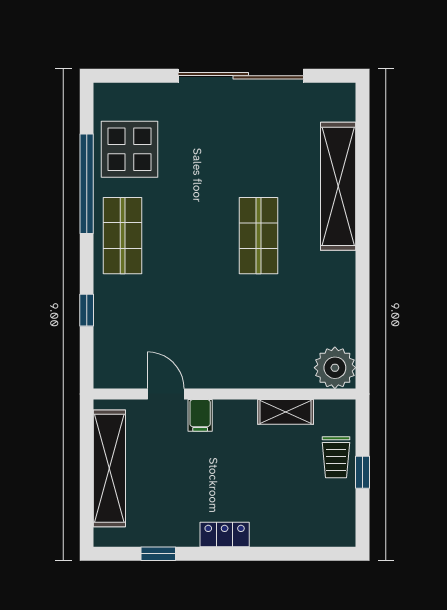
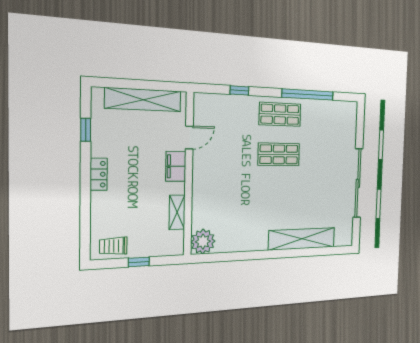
display table: (129, 149) -> (324, 120), removed
shop shelf: (259, 236) -> (279, 154), moved
filing cabinet: (200, 415) -> (176, 166), width x2.00
trolley: (336, 457) -> (113, 246), moved

